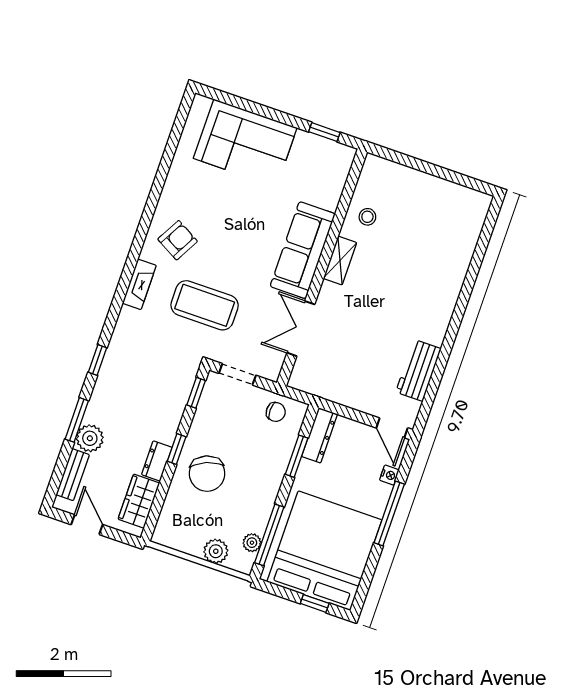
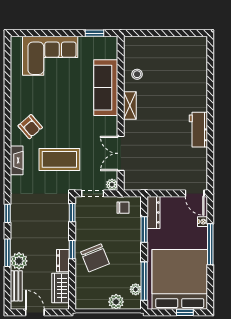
armchair: (178, 240) -> (30, 127), turned 110
sofa: (303, 250) -> (106, 88), moved
workbench: (418, 370) -> (198, 130), moved
plant: (271, 371) -> (112, 185), added

